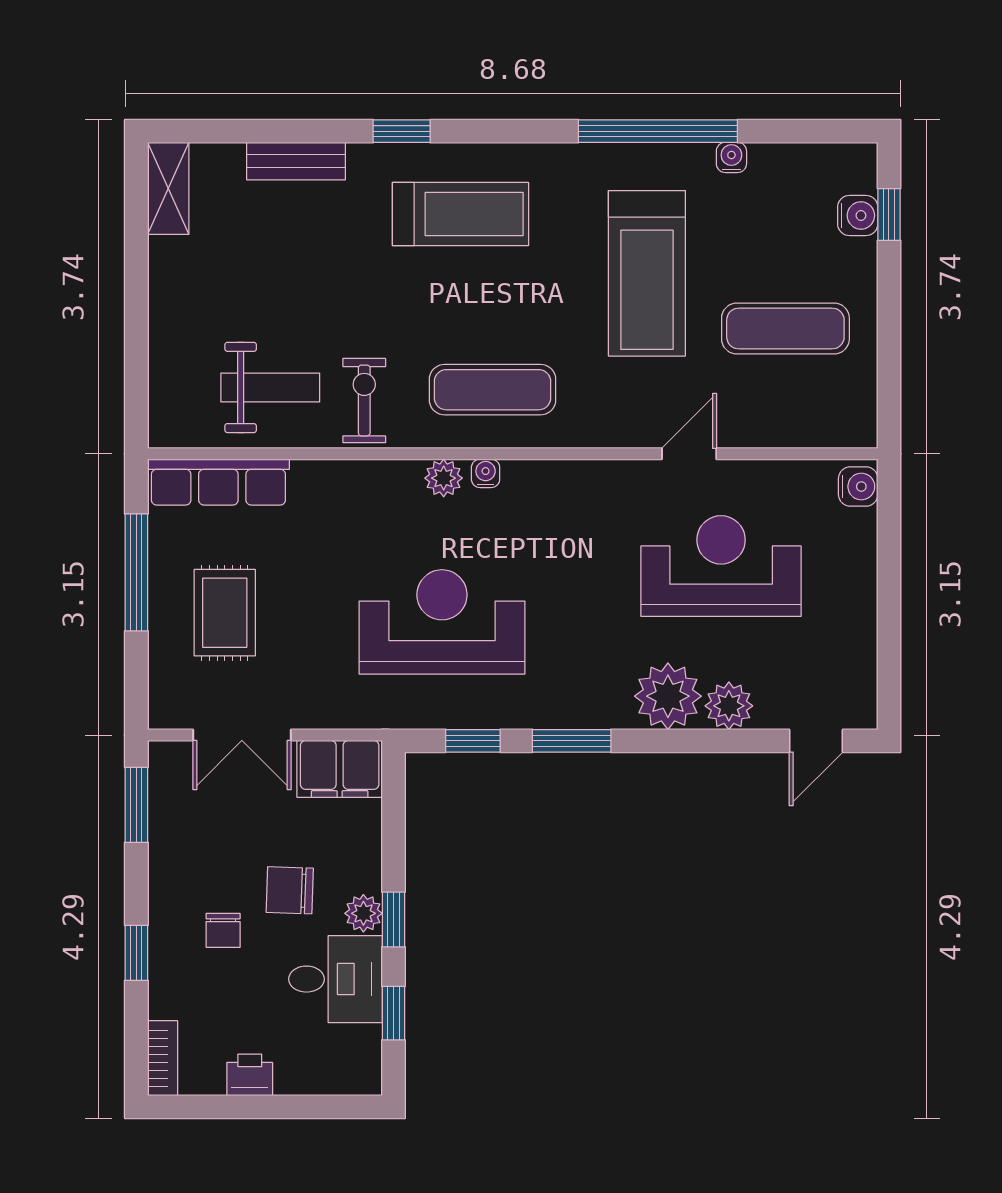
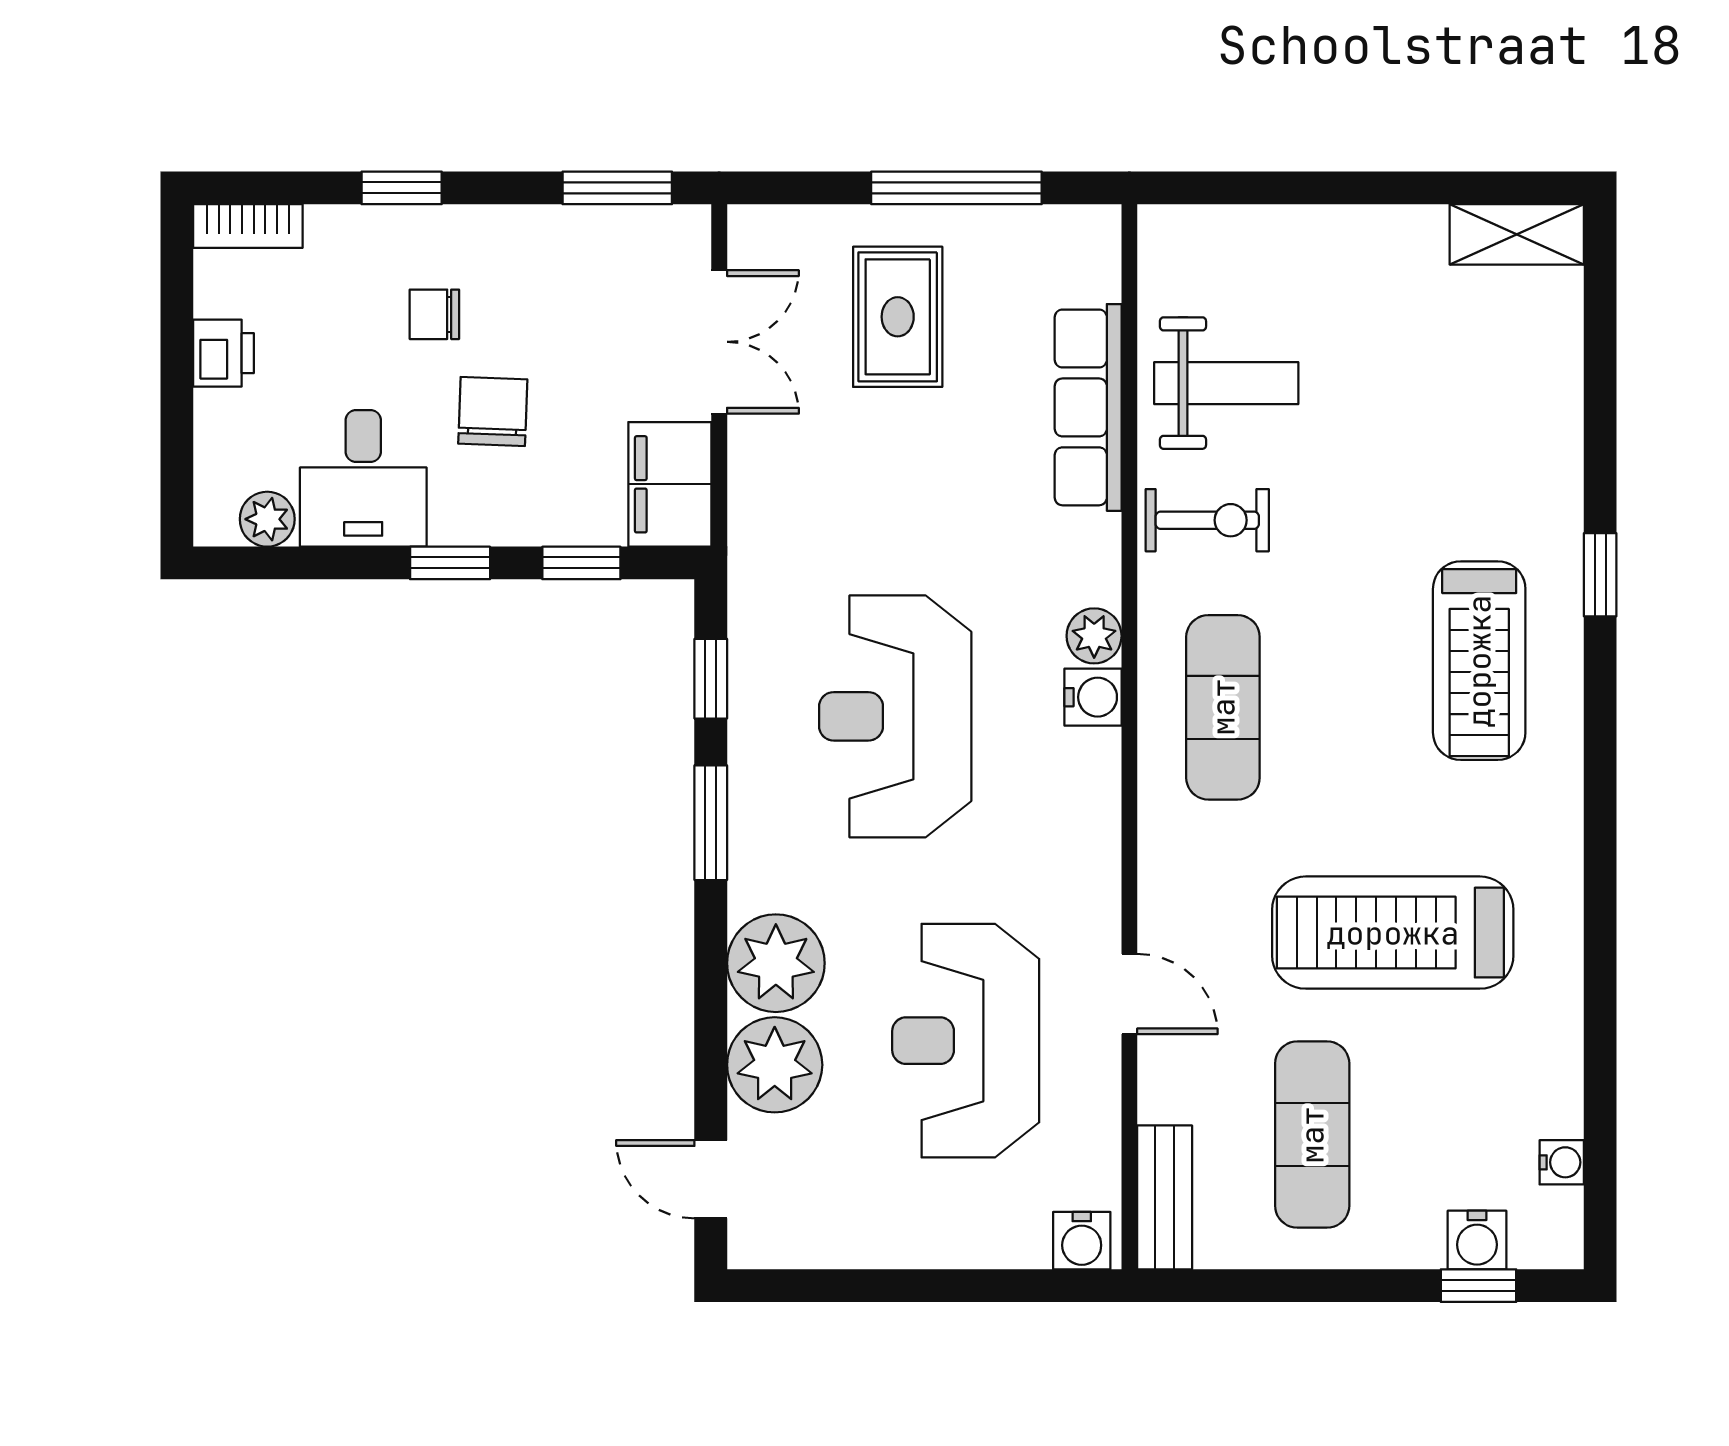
window: (658, 131) -> (1600, 949), removed
water cooler: (731, 157) -> (1562, 1162), moved
bench: (296, 161) -> (1165, 1197), moved
weight bench: (270, 387) -> (1226, 383), turned -90
water cooler: (486, 473) -> (1093, 697), width x1.38, depth x1.38
row of seats: (218, 482) -> (1088, 407), moved
reception desk: (721, 566) -> (966, 1041), turned 180
rug: (225, 613) -> (898, 317), turned 90
reception desk: (442, 622) -> (895, 716), moved, turned 180
plant: (729, 706) -> (775, 1065), width x1.36, depth x1.36
double door: (242, 735) -> (719, 342), swing flipped
plant: (363, 913) -> (267, 519), moved
window: (393, 1013) -> (581, 563), moved

